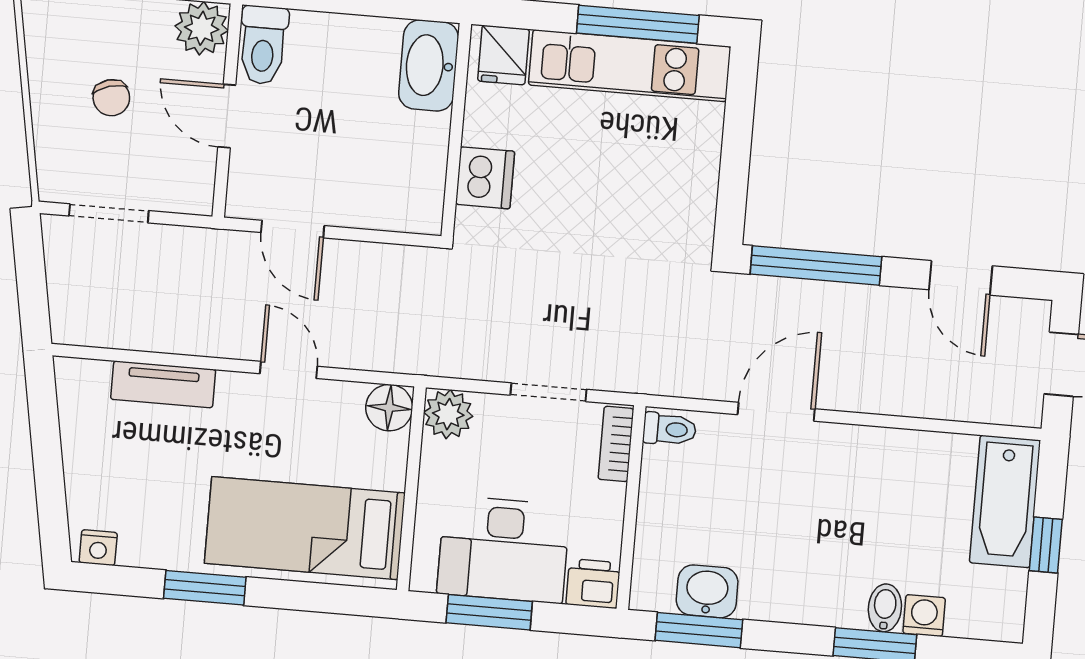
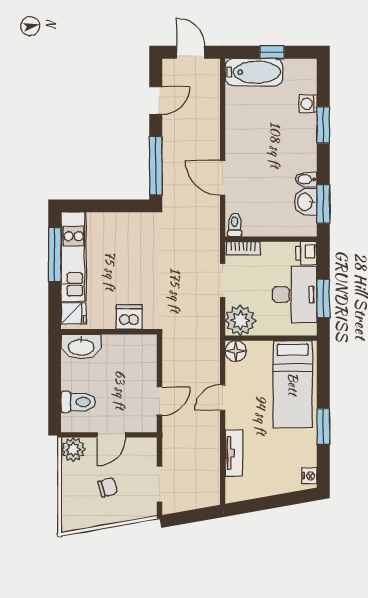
toilet: (263, 45) -> (78, 402), moved
plant: (448, 414) -> (240, 320), width x1.36, depth x1.36
bidet: (885, 608) -> (306, 179), moved

